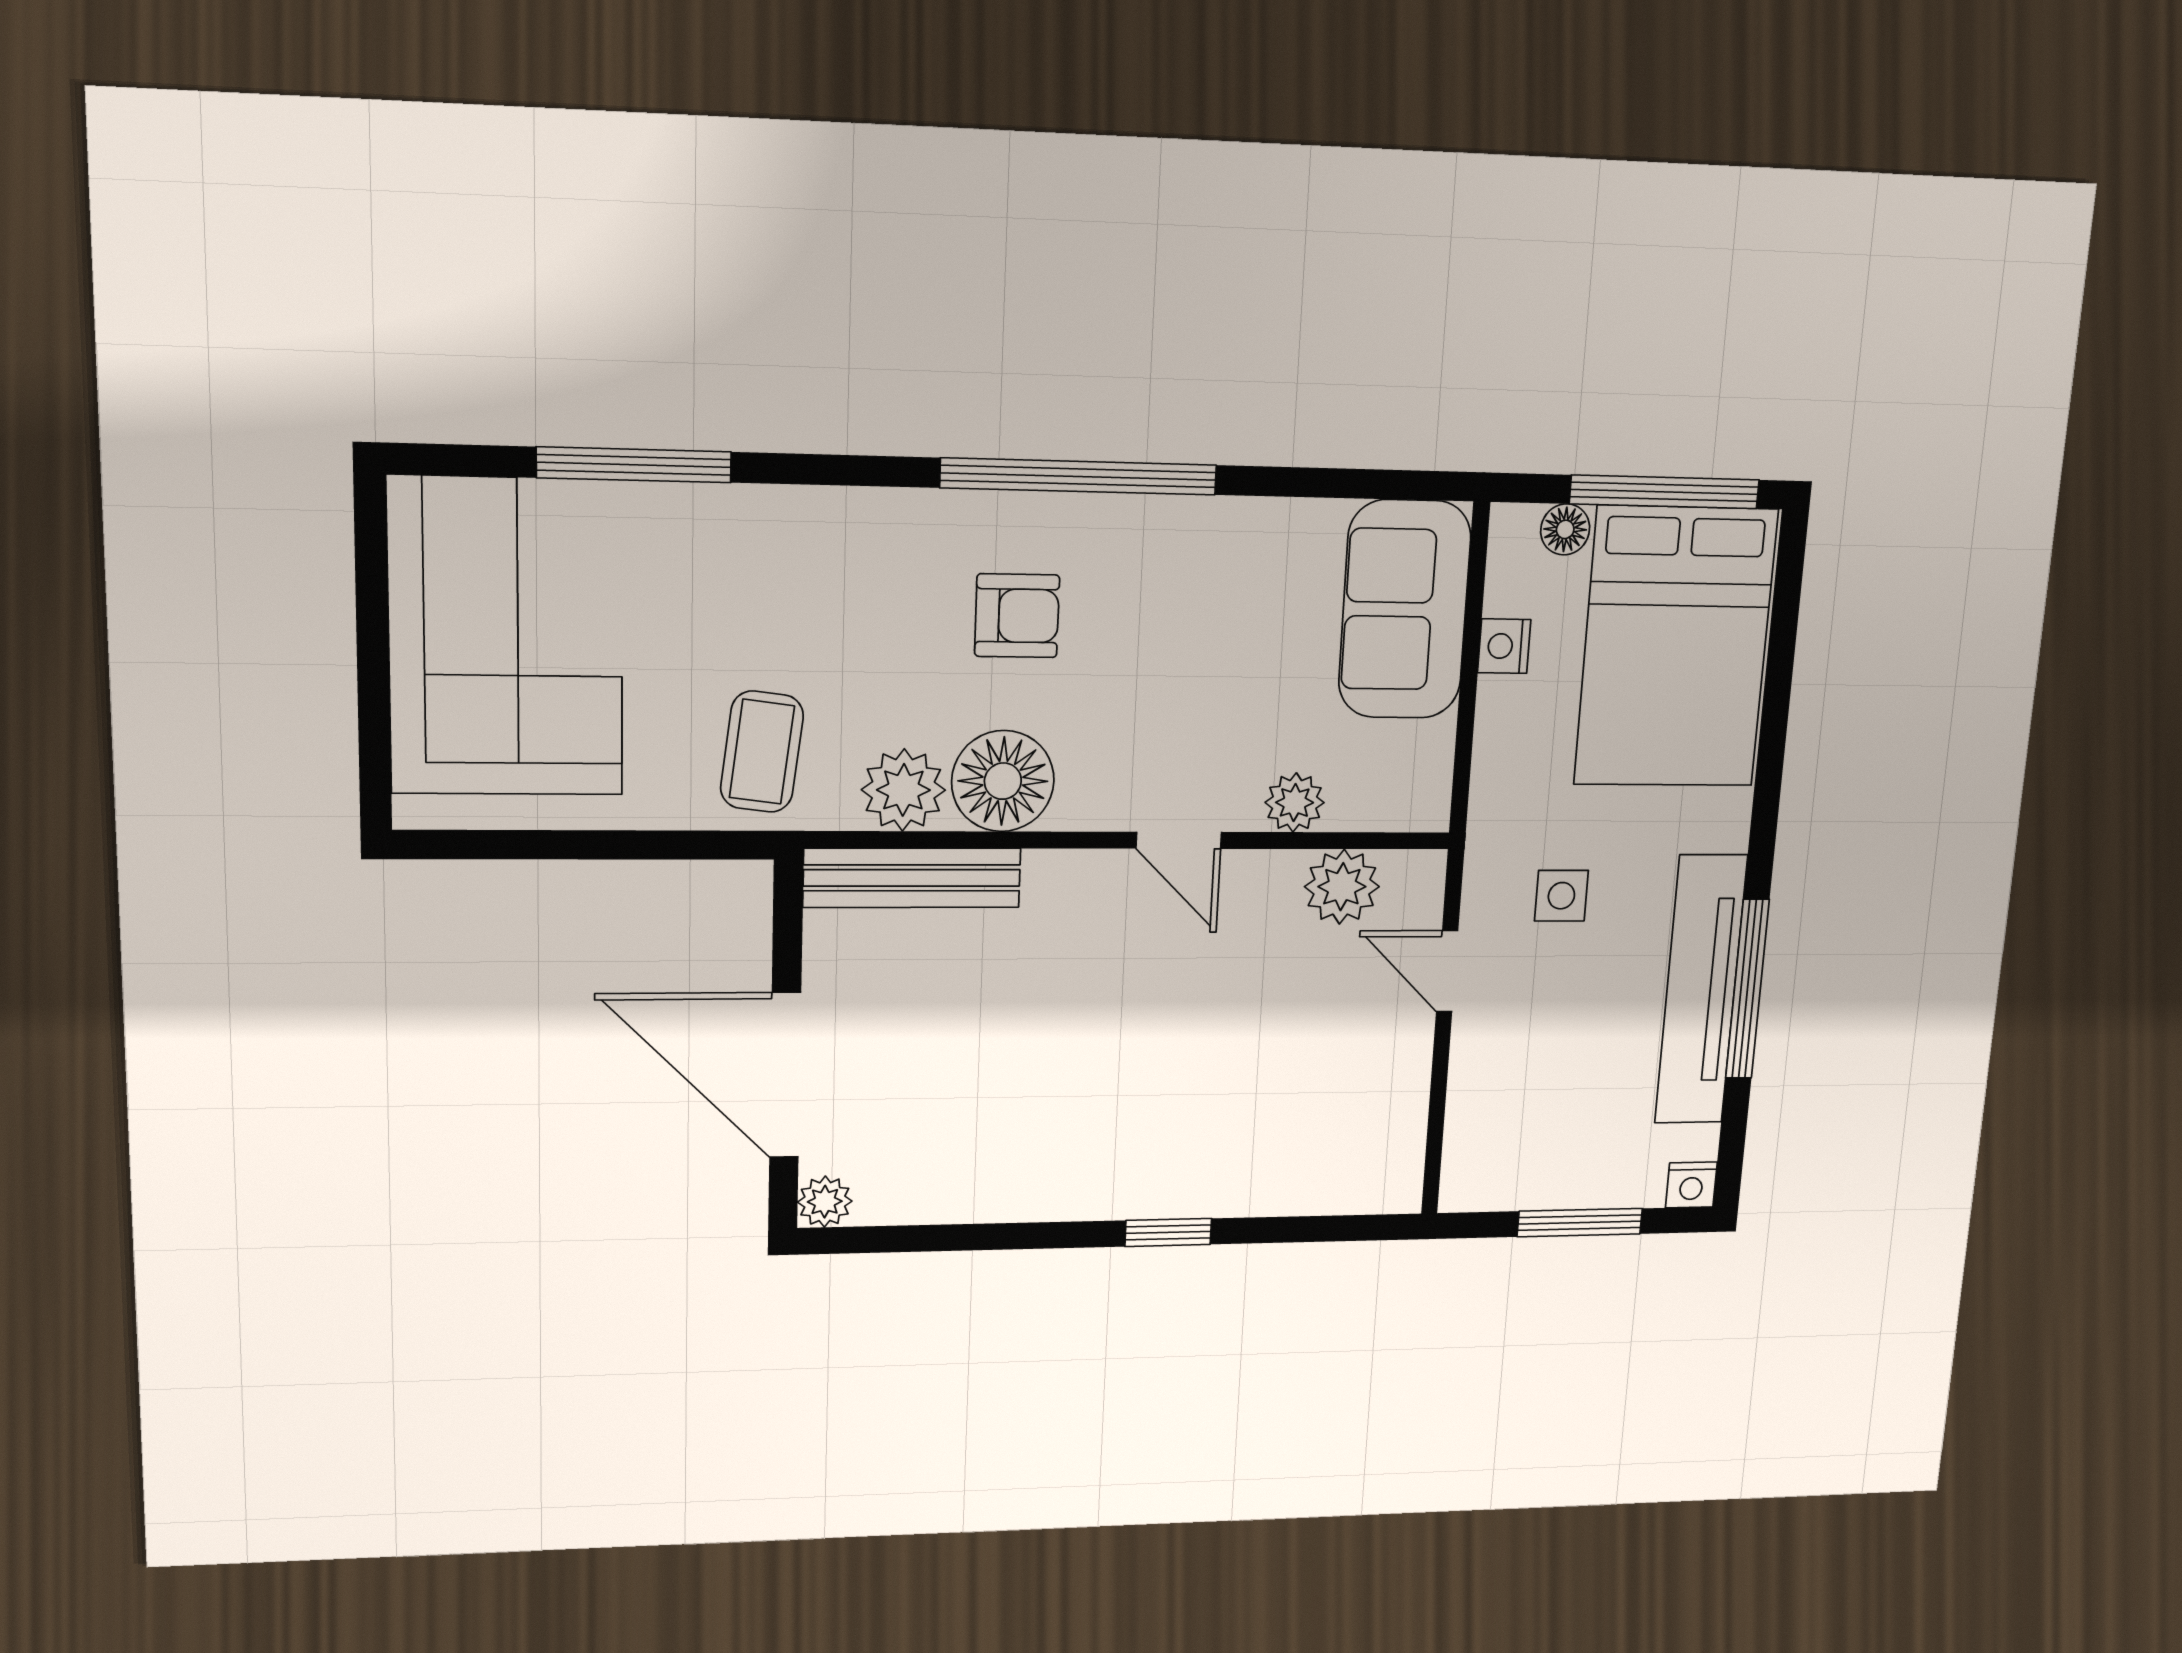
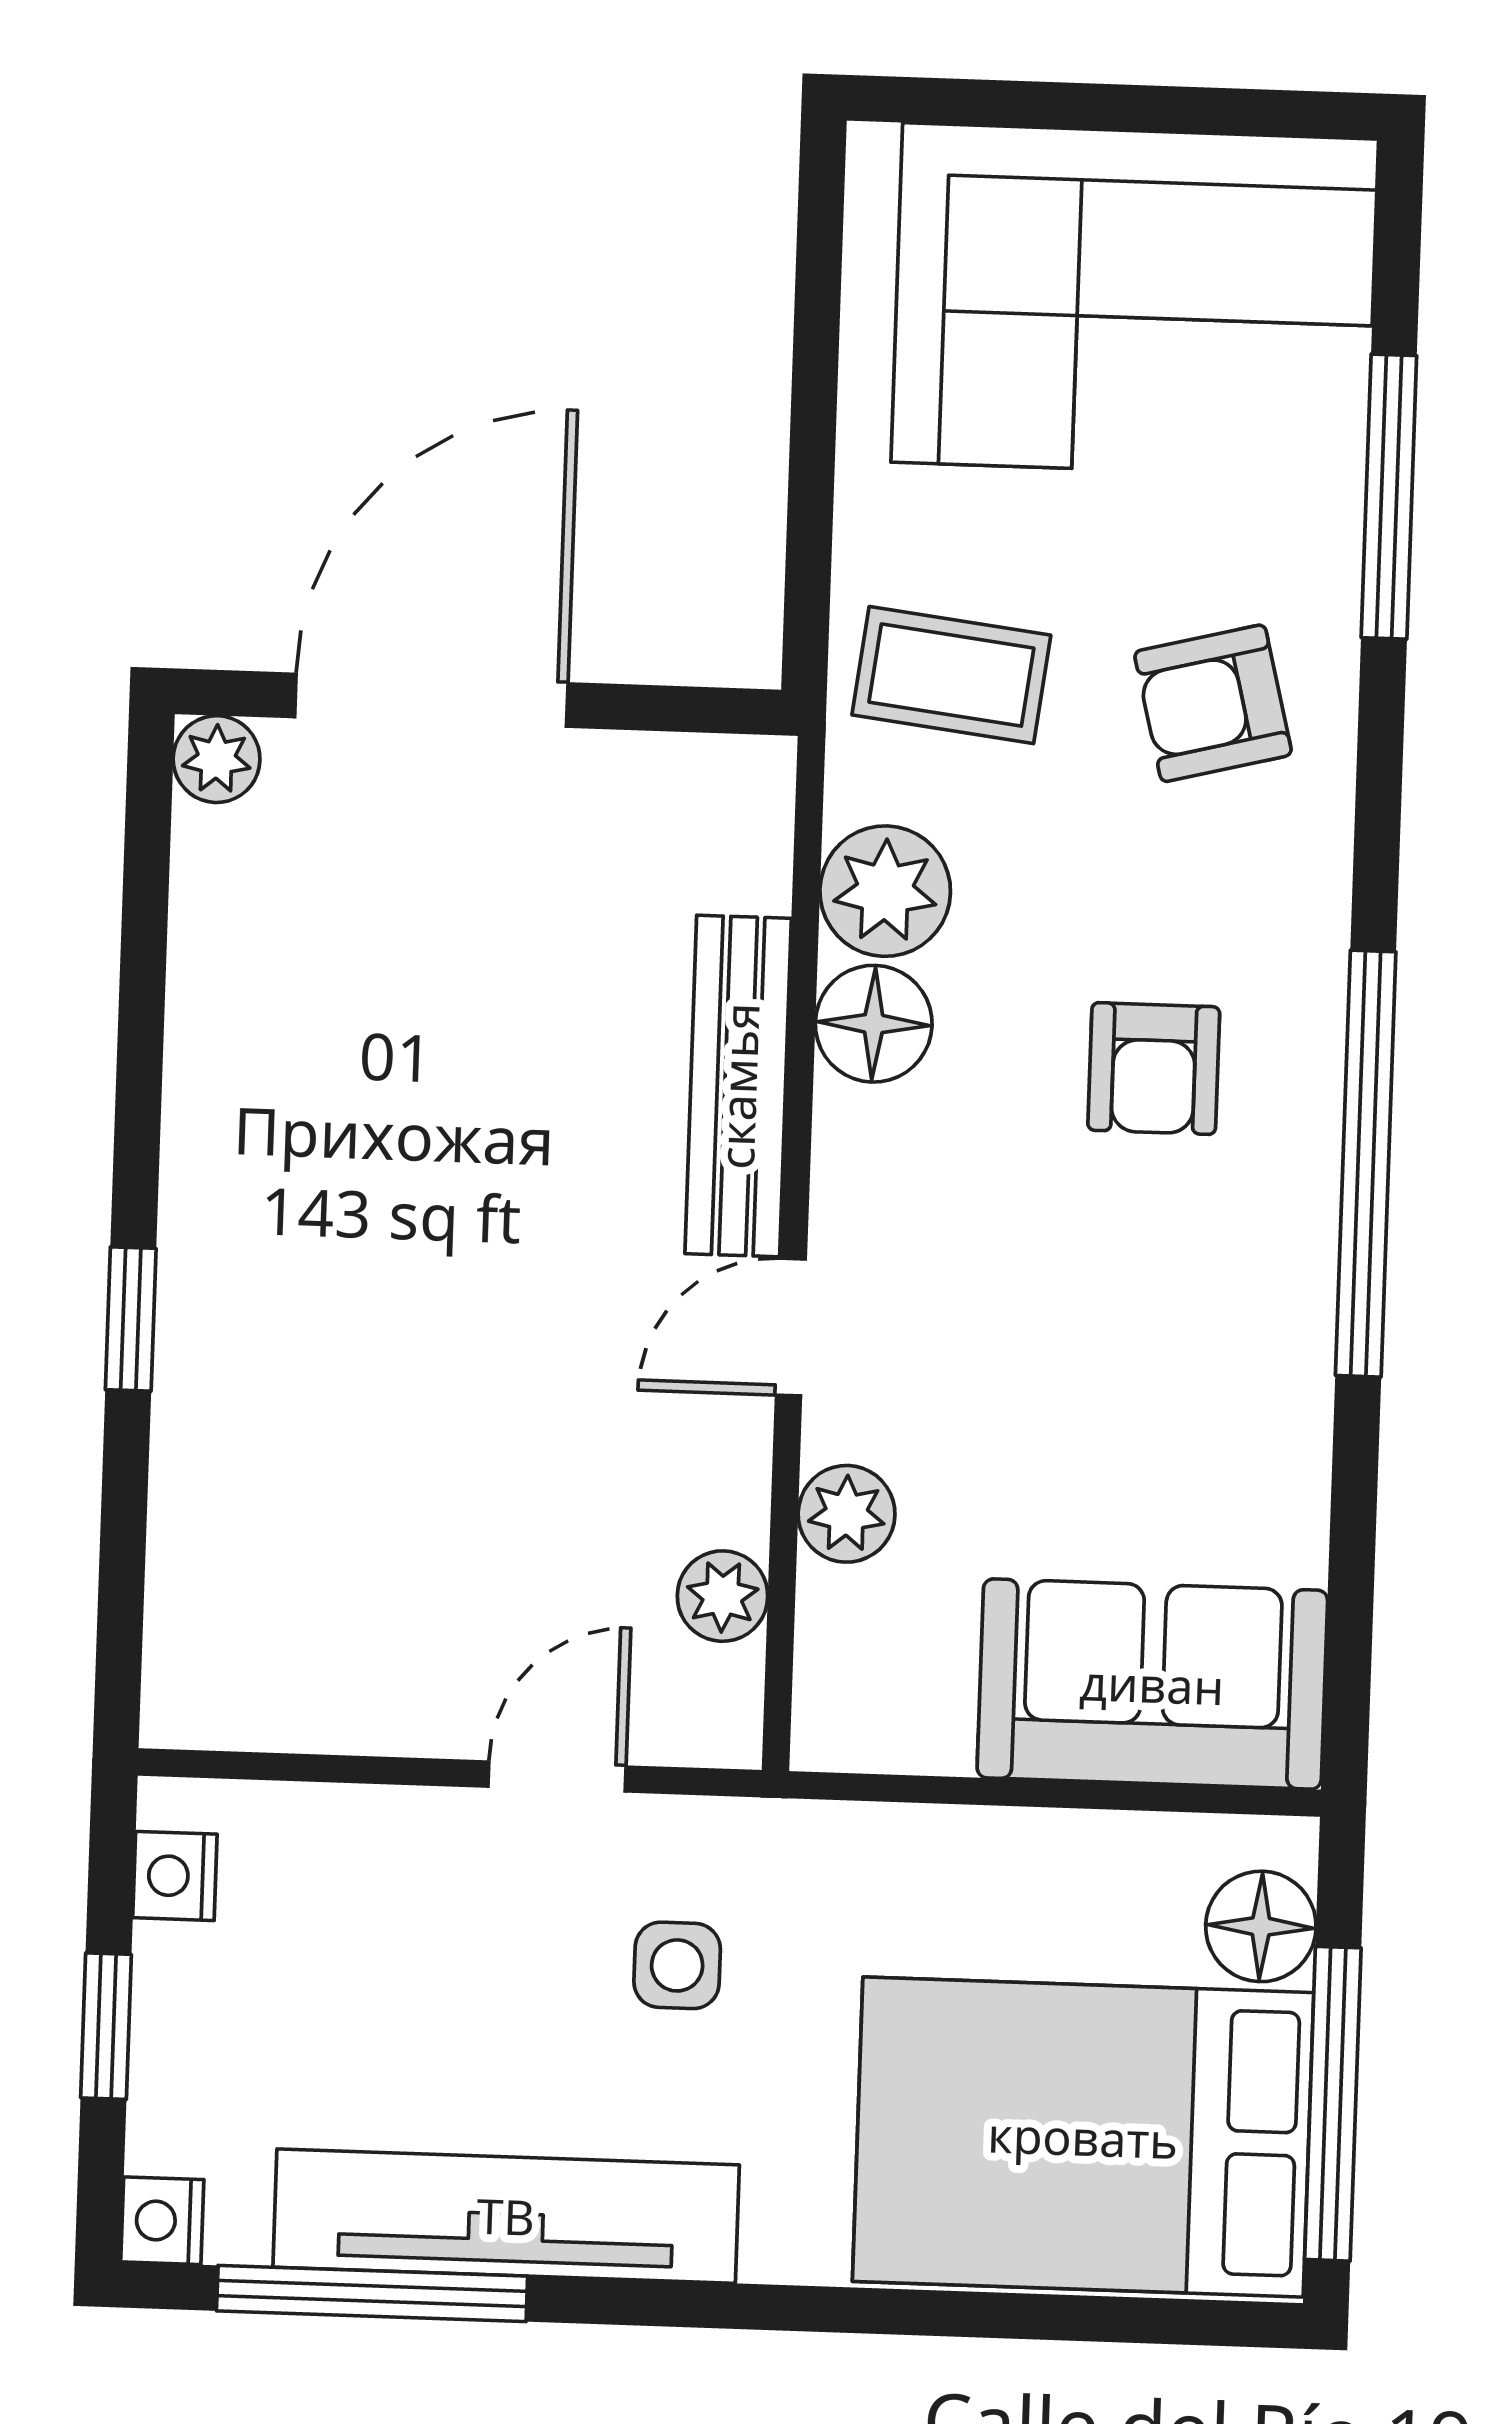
floor lamp: (1565, 529) -> (1261, 1926), width x1.37, depth x1.37
armchair: (777, 581) -> (1213, 703), added
nightstand: (1504, 646) -> (175, 1876), moved, turned -90
floor lamp: (1003, 781) -> (874, 1024), width x0.73, depth x0.73
bench: (912, 878) -> (738, 1086), moved
plant: (1342, 887) -> (723, 1596), width x0.73, depth x0.73
window: (1747, 989) -> (372, 2293), moved
window: (1580, 1223) -> (106, 2026), width x0.67

